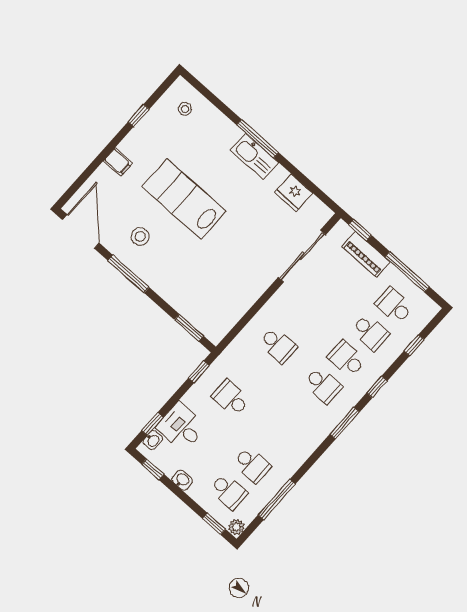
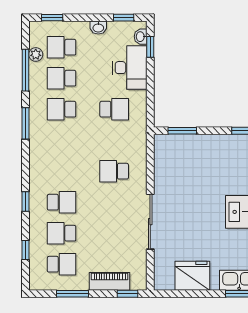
fridge: (294, 193) -> (192, 276), width x1.36, depth x1.34
sliding door: (302, 256) -> (150, 222), moved
window: (407, 272) -> (73, 294), width x0.69
window: (199, 372) -> (150, 108), removed
school desk: (323, 385) -> (62, 109), moved
window: (345, 423) -> (25, 123), moved
desk: (181, 427) -> (130, 68), width x1.37
plant: (236, 527) -> (36, 54), moved

